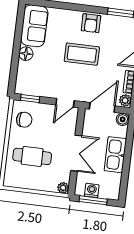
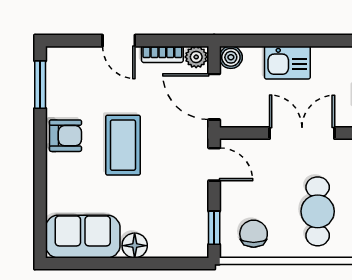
kitchen sink: (115, 155) -> (287, 63), width x0.73

